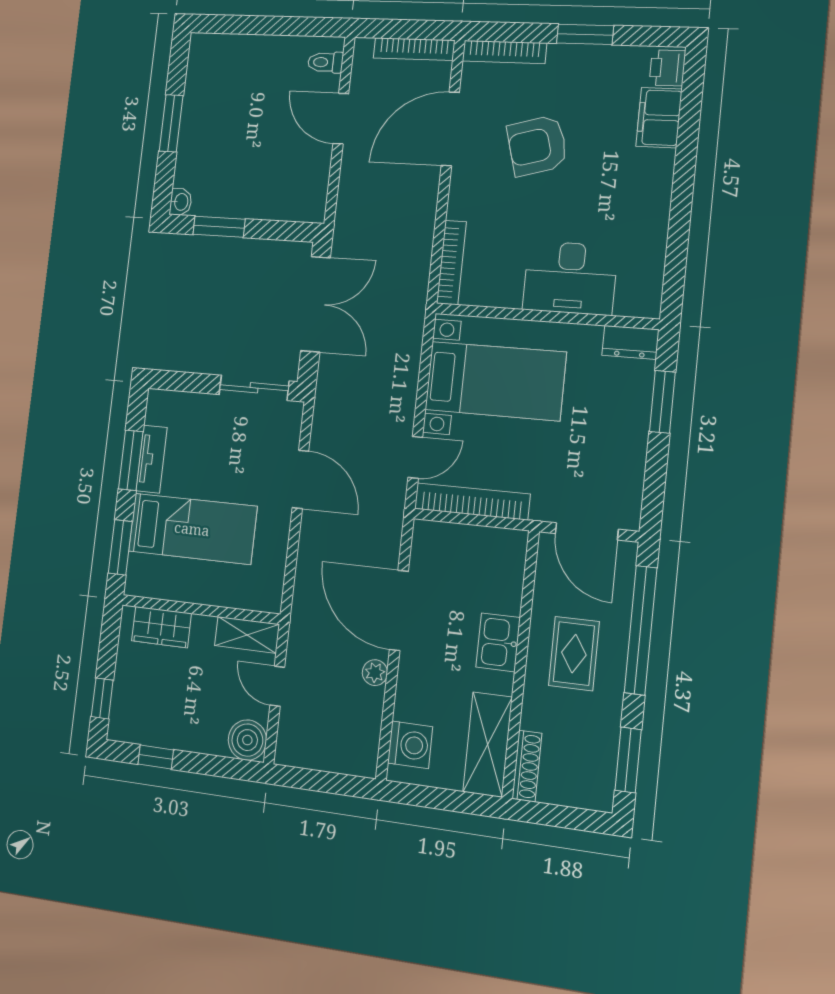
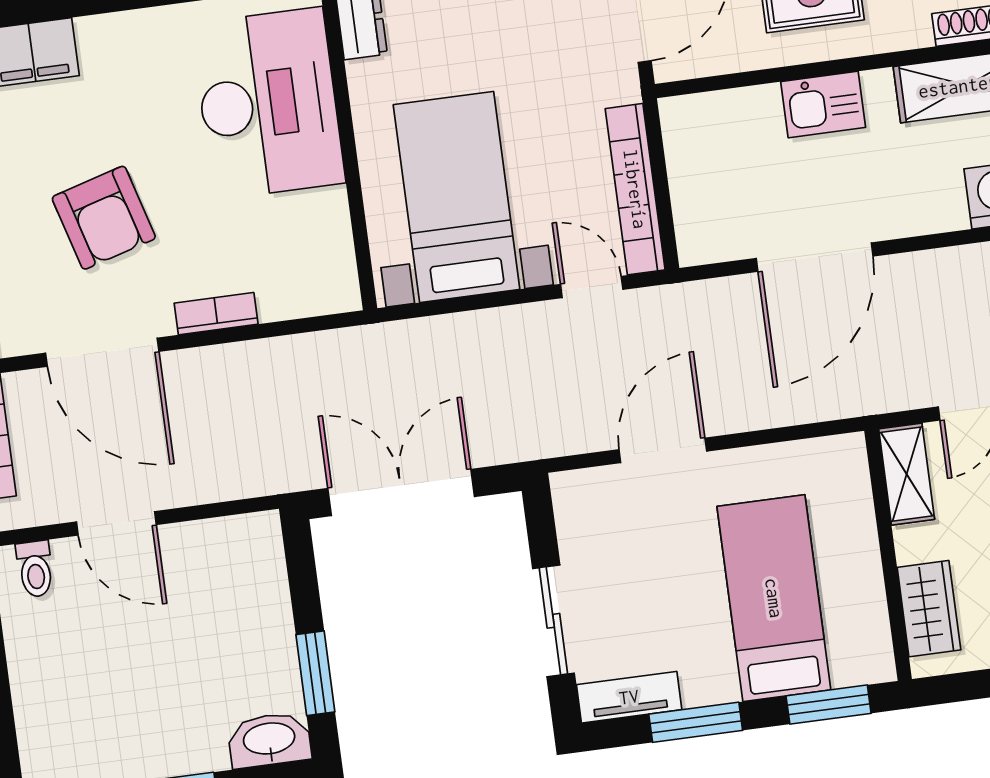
door: (341, 119) -> (116, 523), hinge flipped
washbasin: (181, 202) -> (269, 740), width x1.91, depth x1.45
bookcase: (451, 263) -> (216, 314), moved, width x0.64
desk: (570, 278) -> (268, 103), width x1.36, depth x1.30
sliding door: (254, 388) -> (553, 621), moved
tv unit: (151, 459) -> (629, 697), moved
plant: (375, 673) -> (911, 270), removed

